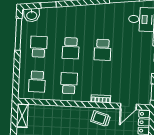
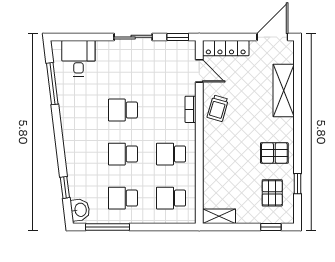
school desk: (71, 48) -> (123, 154), turned 180
school desk: (103, 50) -> (123, 110), turned 180
school desk: (37, 82) -> (171, 198), turned 180

